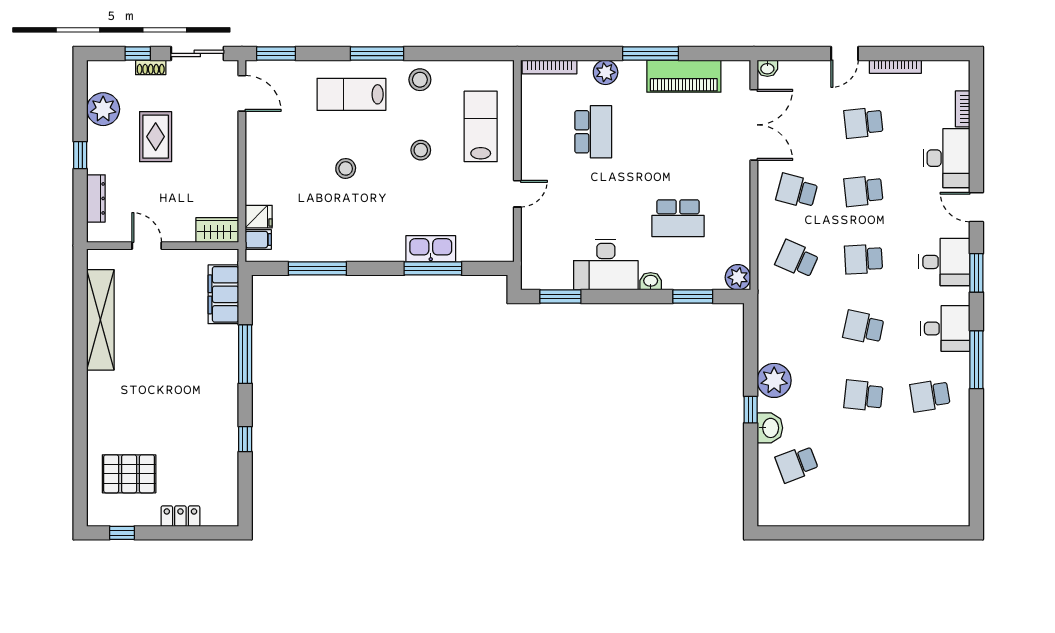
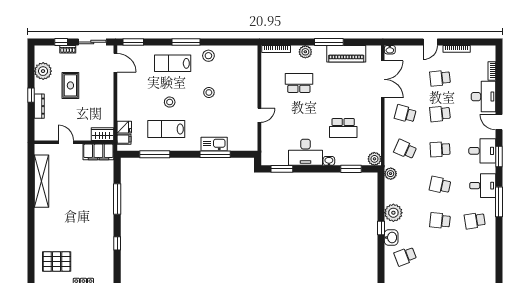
lab bench: (481, 126) -> (166, 129), moved, turned -90
school desk: (593, 132) -> (299, 83), turned -90
dresser: (96, 198) -> (39, 106), moved
filing cabinet: (223, 294) -> (98, 152), moved, turned -90
plant: (769, 305) -> (391, 174), added

